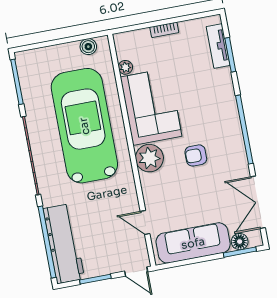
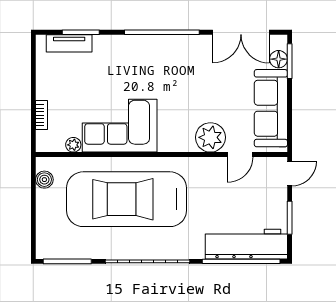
bookcase: (164, 30) -> (42, 115), moved
armchair: (196, 155) -> (180, 88), removed
plant: (149, 158) -> (210, 137), moved

